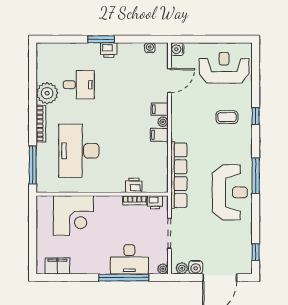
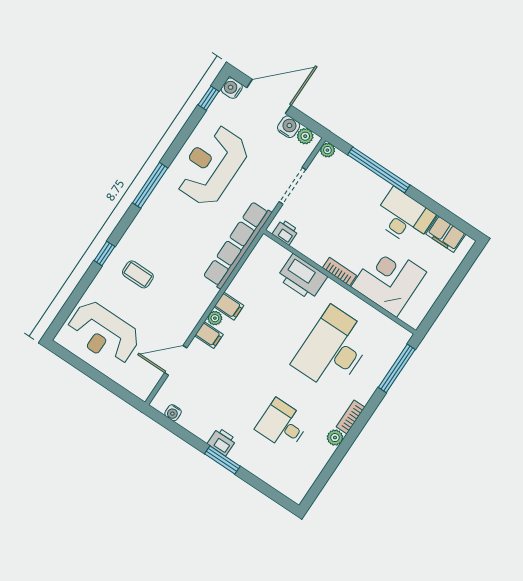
water cooler: (177, 49) -> (232, 88), moved, turned 180
plant: (47, 93) -> (335, 438), width x0.53, depth x0.53
bookcase: (41, 124) -> (351, 417), width x0.64
desk: (79, 151) -> (333, 349), turned 180
printer: (134, 185) -> (302, 277), width x1.87, depth x1.48
reception desk: (230, 192) -> (212, 166), moved
bookcase: (135, 200) -> (339, 272), moved
desk: (129, 259) -> (404, 217), moved

